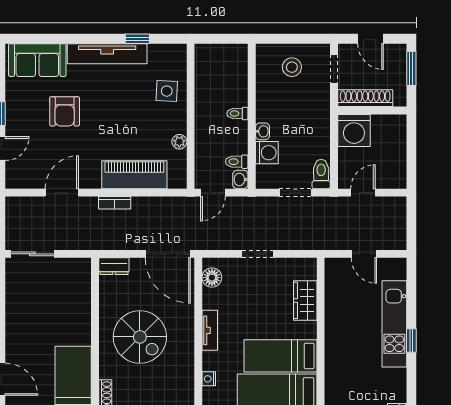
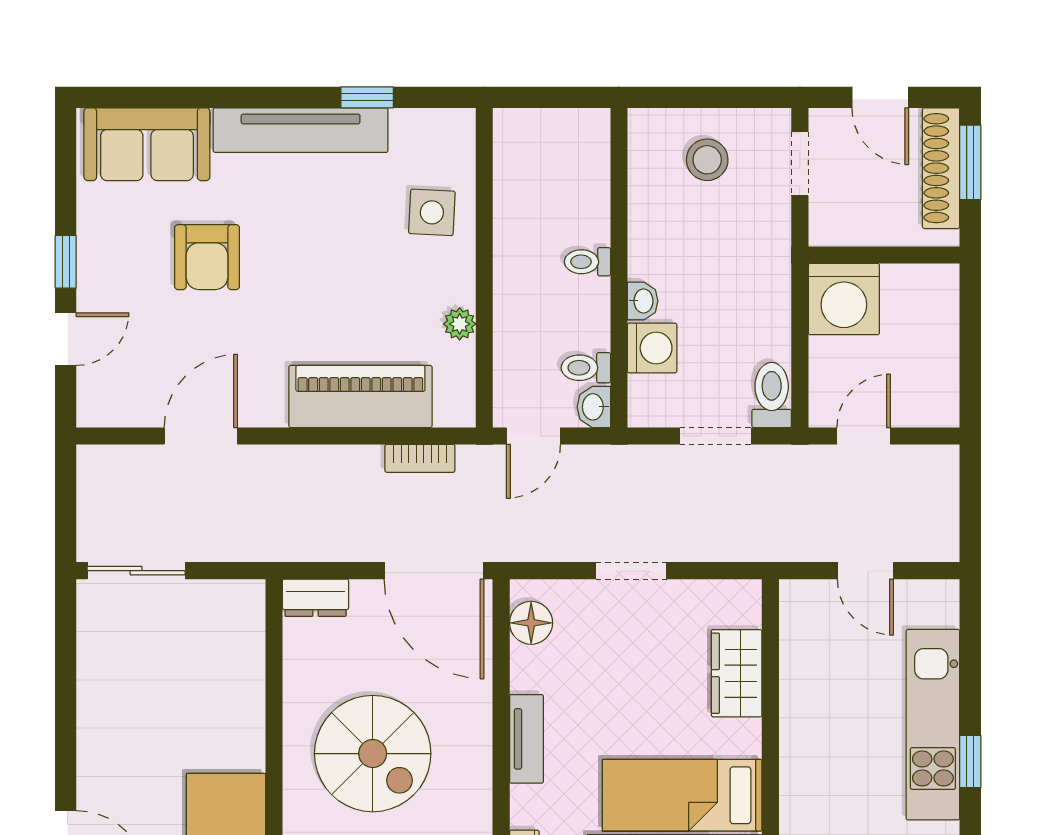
shoe rack: (365, 98) -> (941, 168), moved, turned -90
bookcase: (115, 203) -> (420, 458), moved

